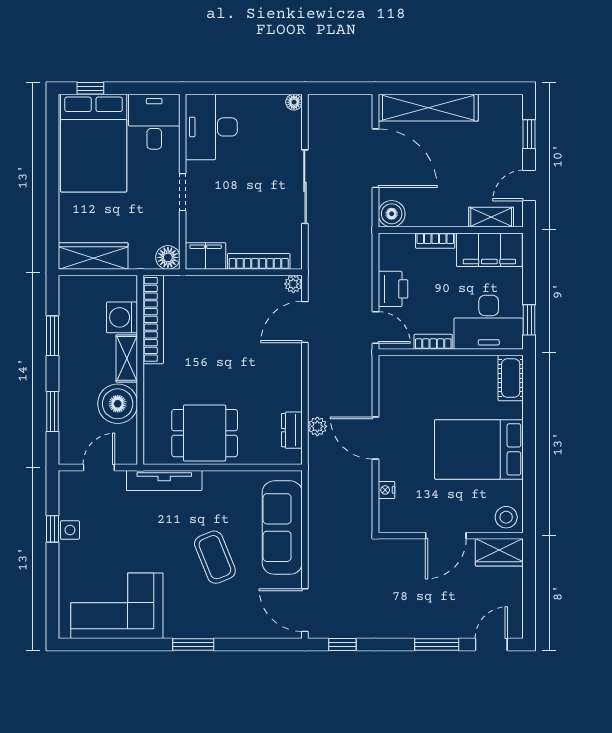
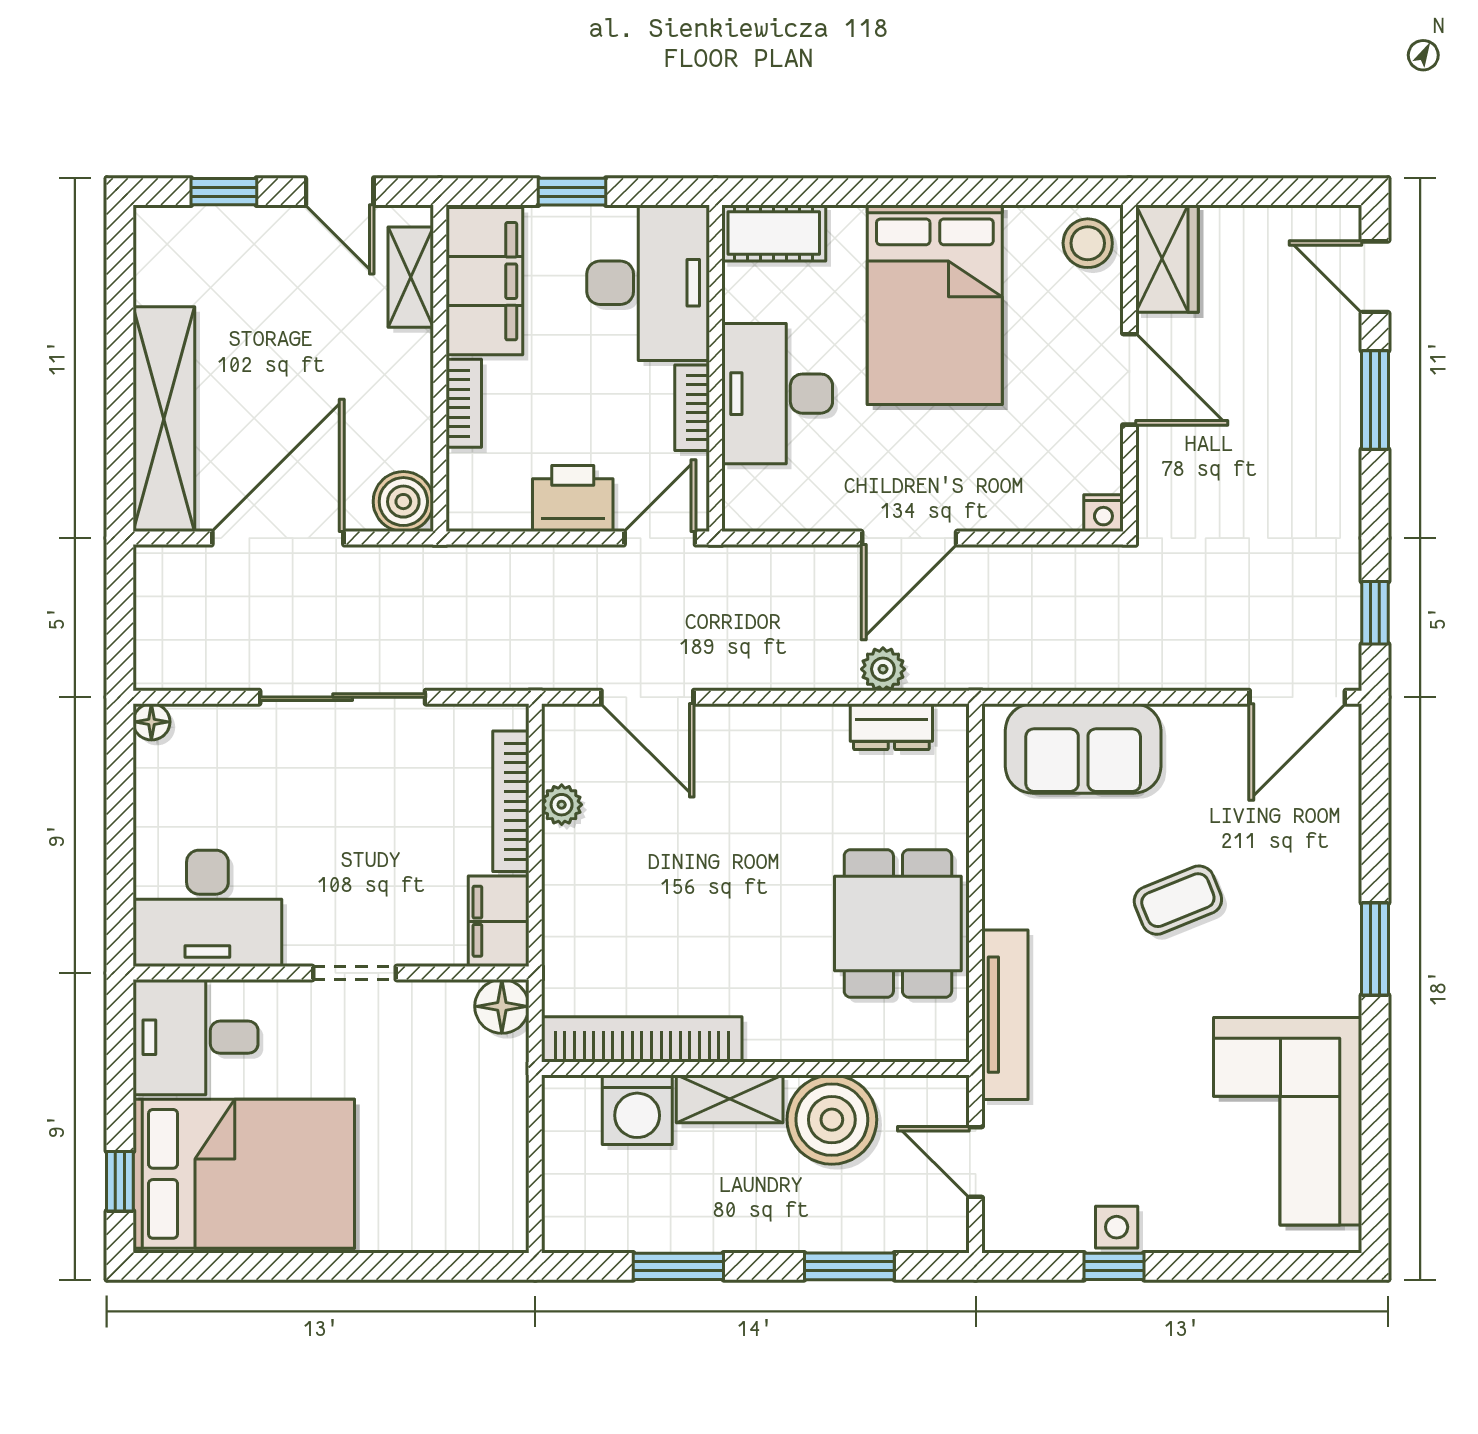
wardrobe: (93, 256) -> (499, 1175), removed
plant: (293, 284) -> (562, 805), moved
window: (529, 320) -> (572, 192), moved
desk: (440, 380) -> (777, 394), added
nightstand: (386, 490) -> (1103, 513), moved
sofa: (282, 528) -> (1083, 748), width x0.73
coffee table: (215, 557) -> (1178, 900), width x0.73, depth x0.77

